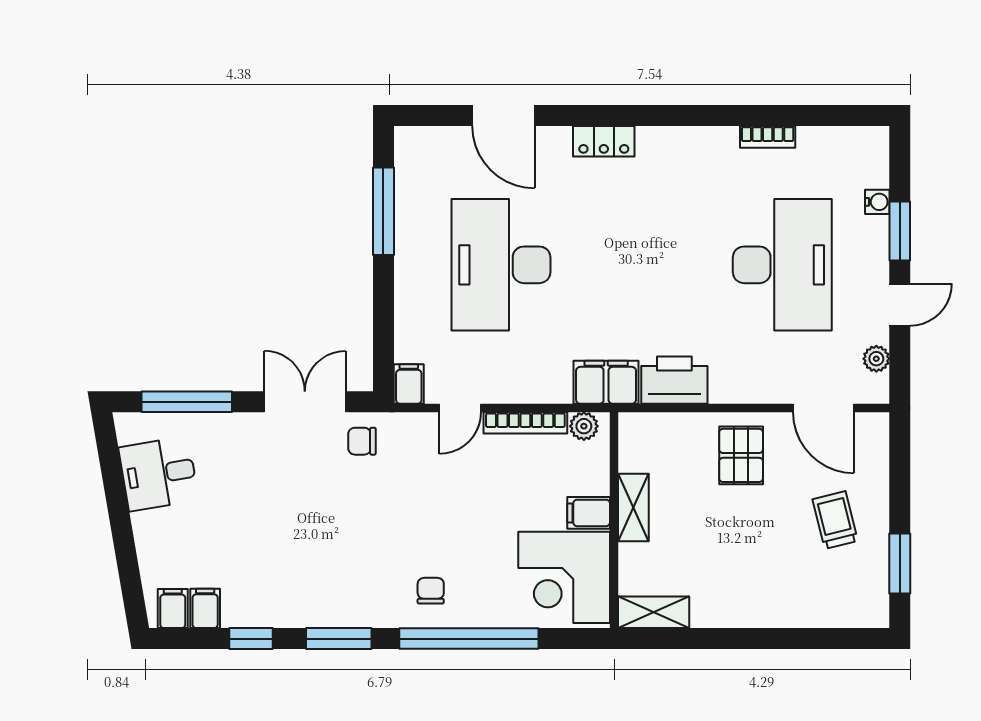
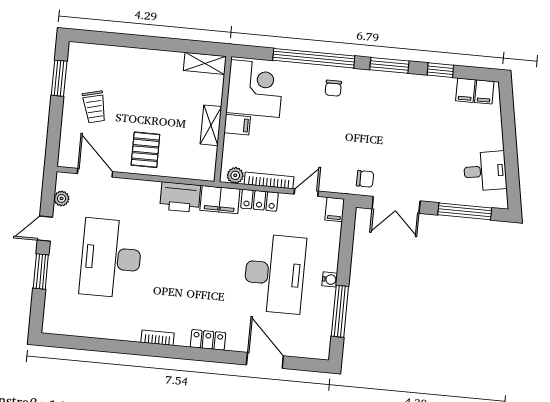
bookcase: (768, 137) -> (158, 338), moved
water cooler: (877, 202) -> (330, 279), moved, turned 180
locker: (538, 388) -> (259, 200), added

